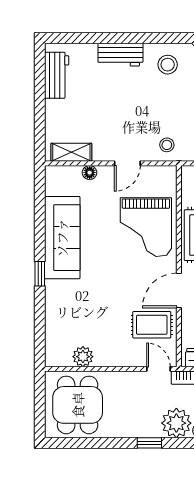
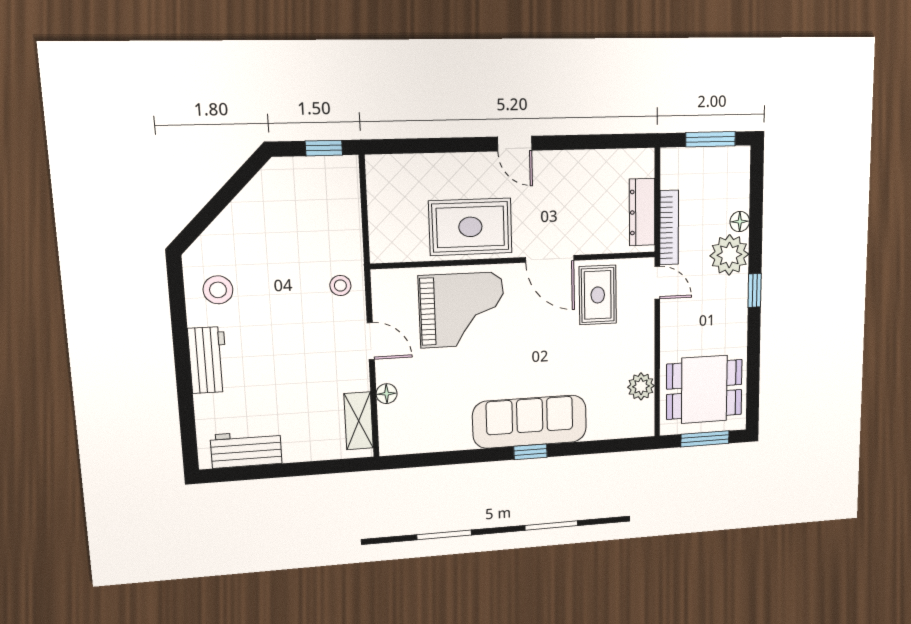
sofa: (62, 238) -> (530, 422), moved
door: (159, 369) -> (657, 283), swing flipped
window: (40, 406) -> (705, 439), added

